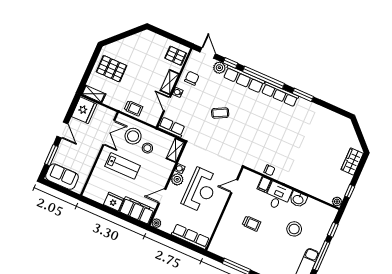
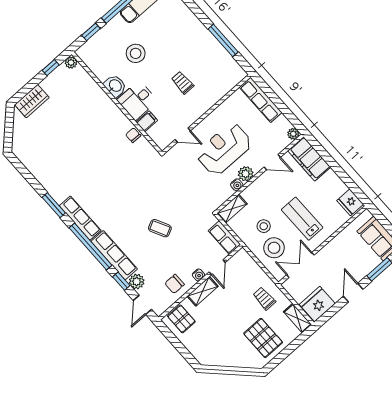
trolley: (133, 108) -> (264, 298), moved
fridge: (114, 202) -> (350, 202), moved

